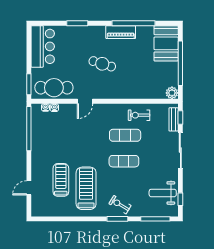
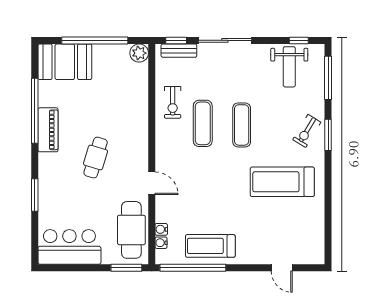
treadmill: (61, 180) -> (210, 246), moved

